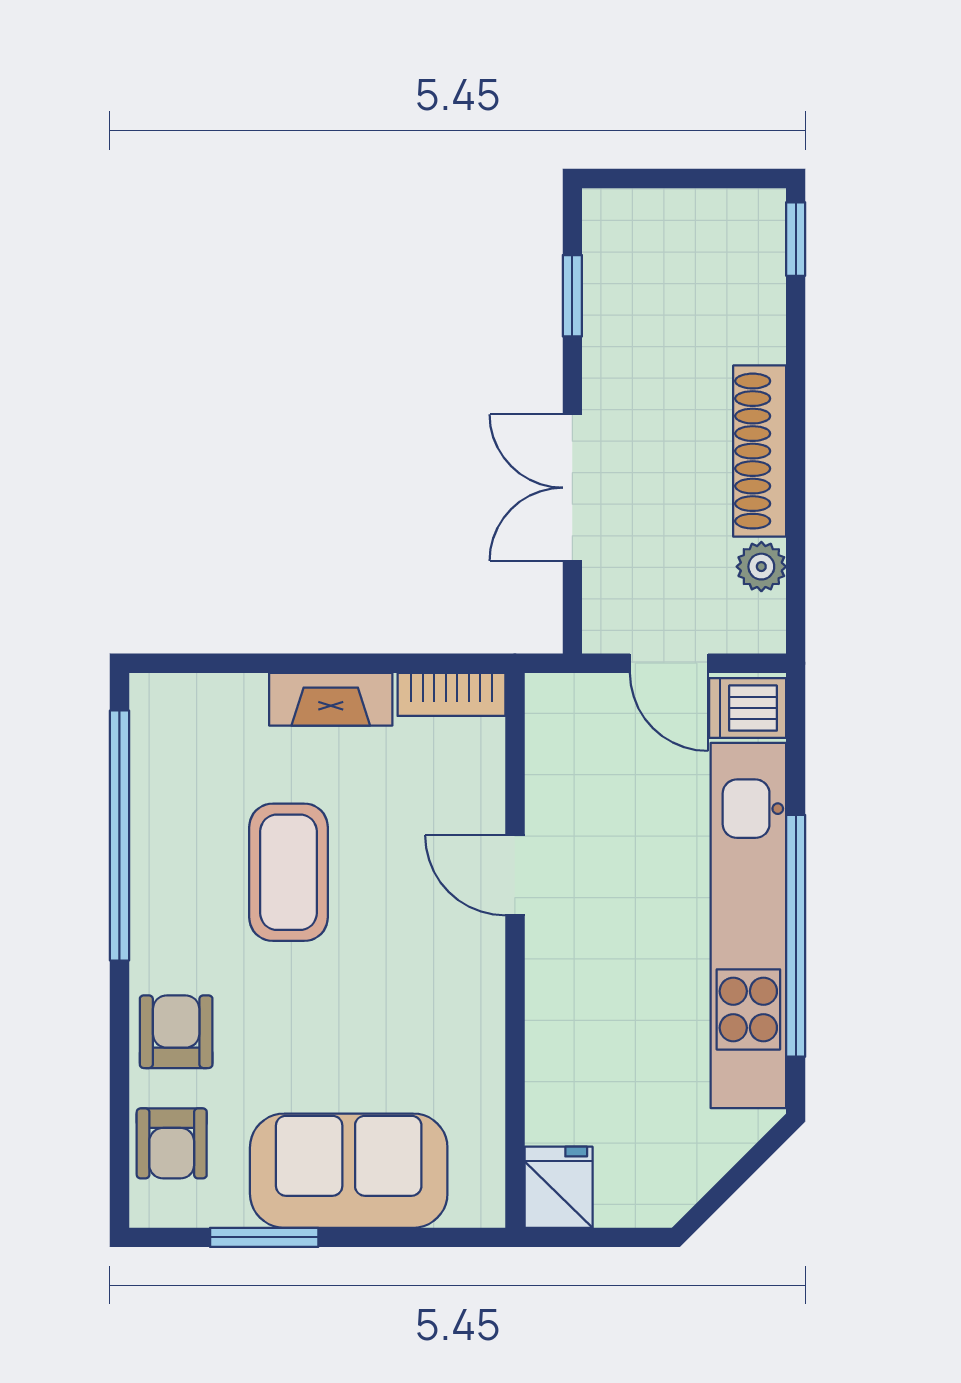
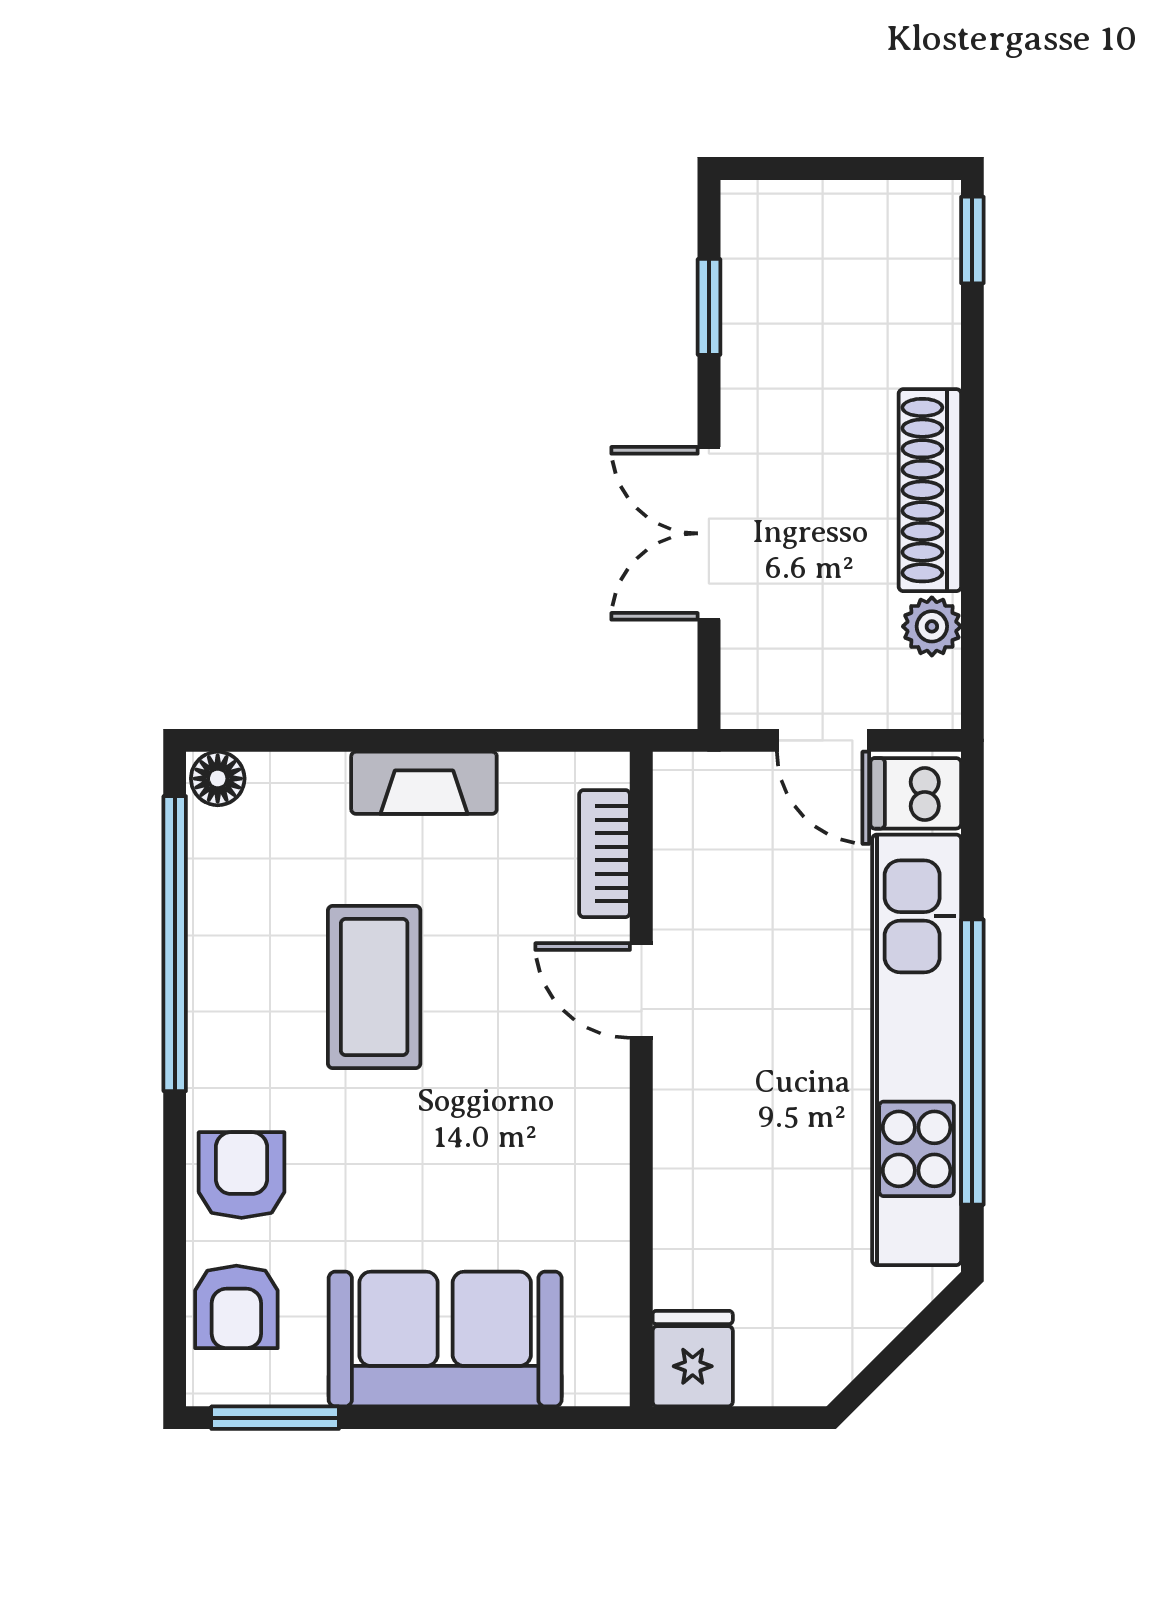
bookcase: (451, 694) -> (605, 854), moved, turned 90
floor lamp: (156, 696) -> (218, 779), added
window: (264, 1237) -> (275, 1418), moved

